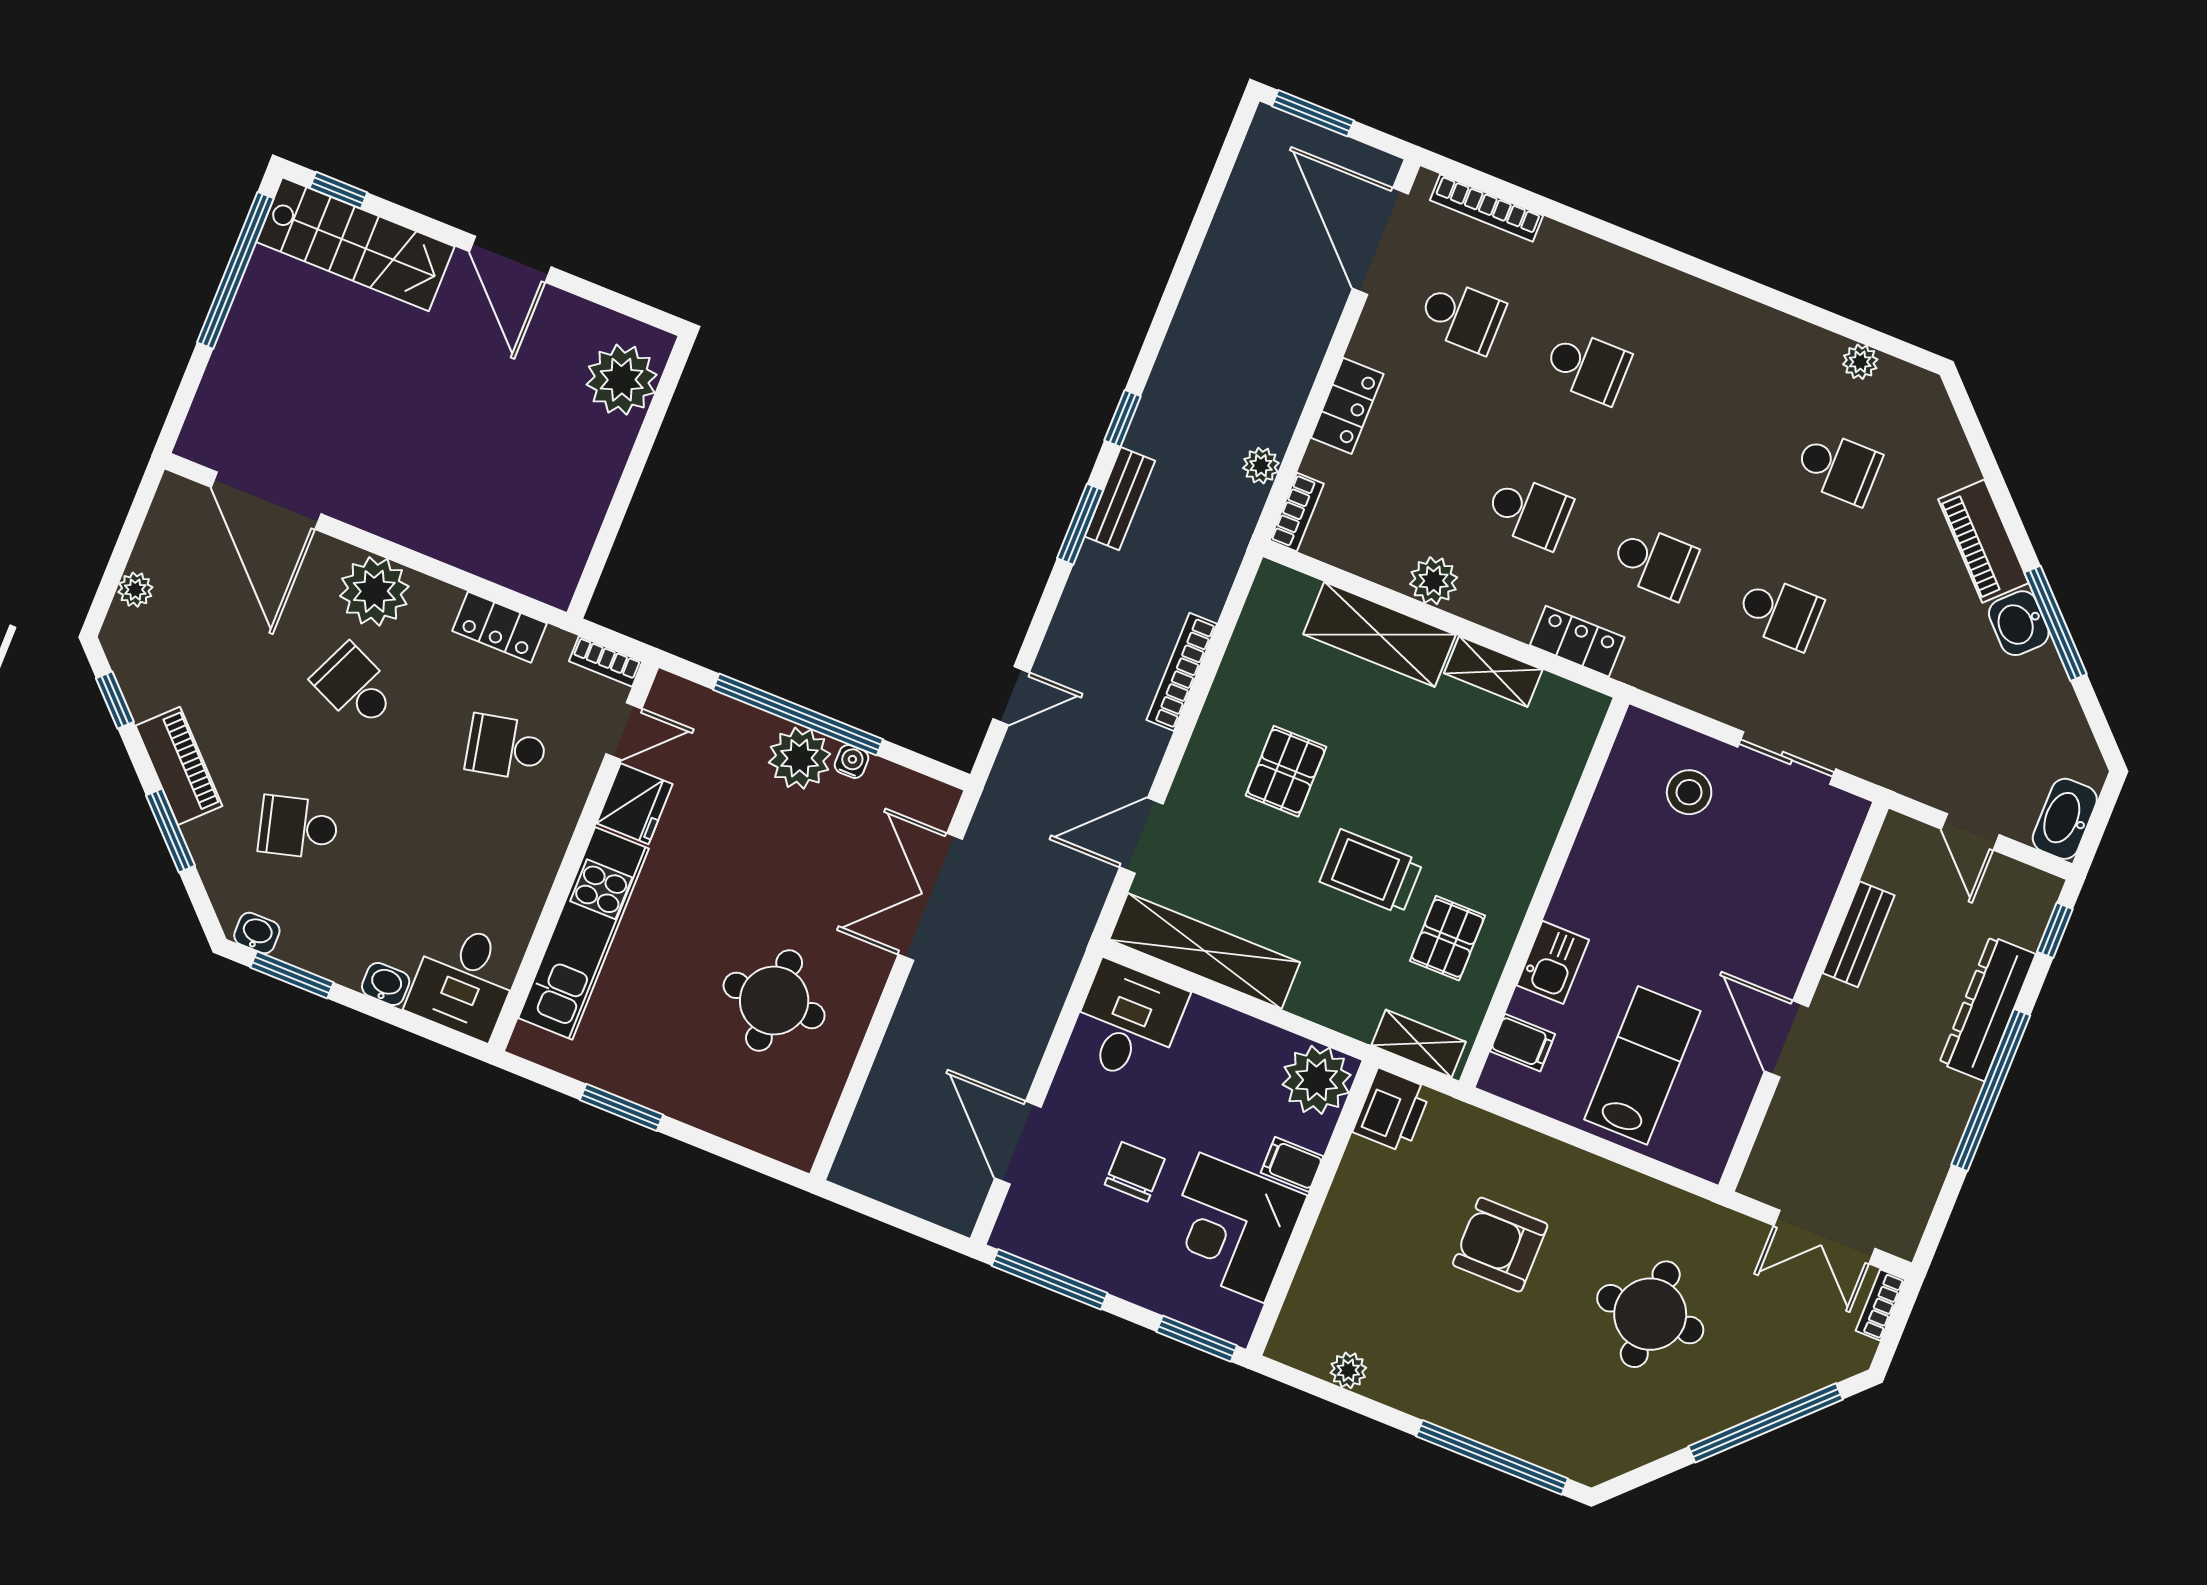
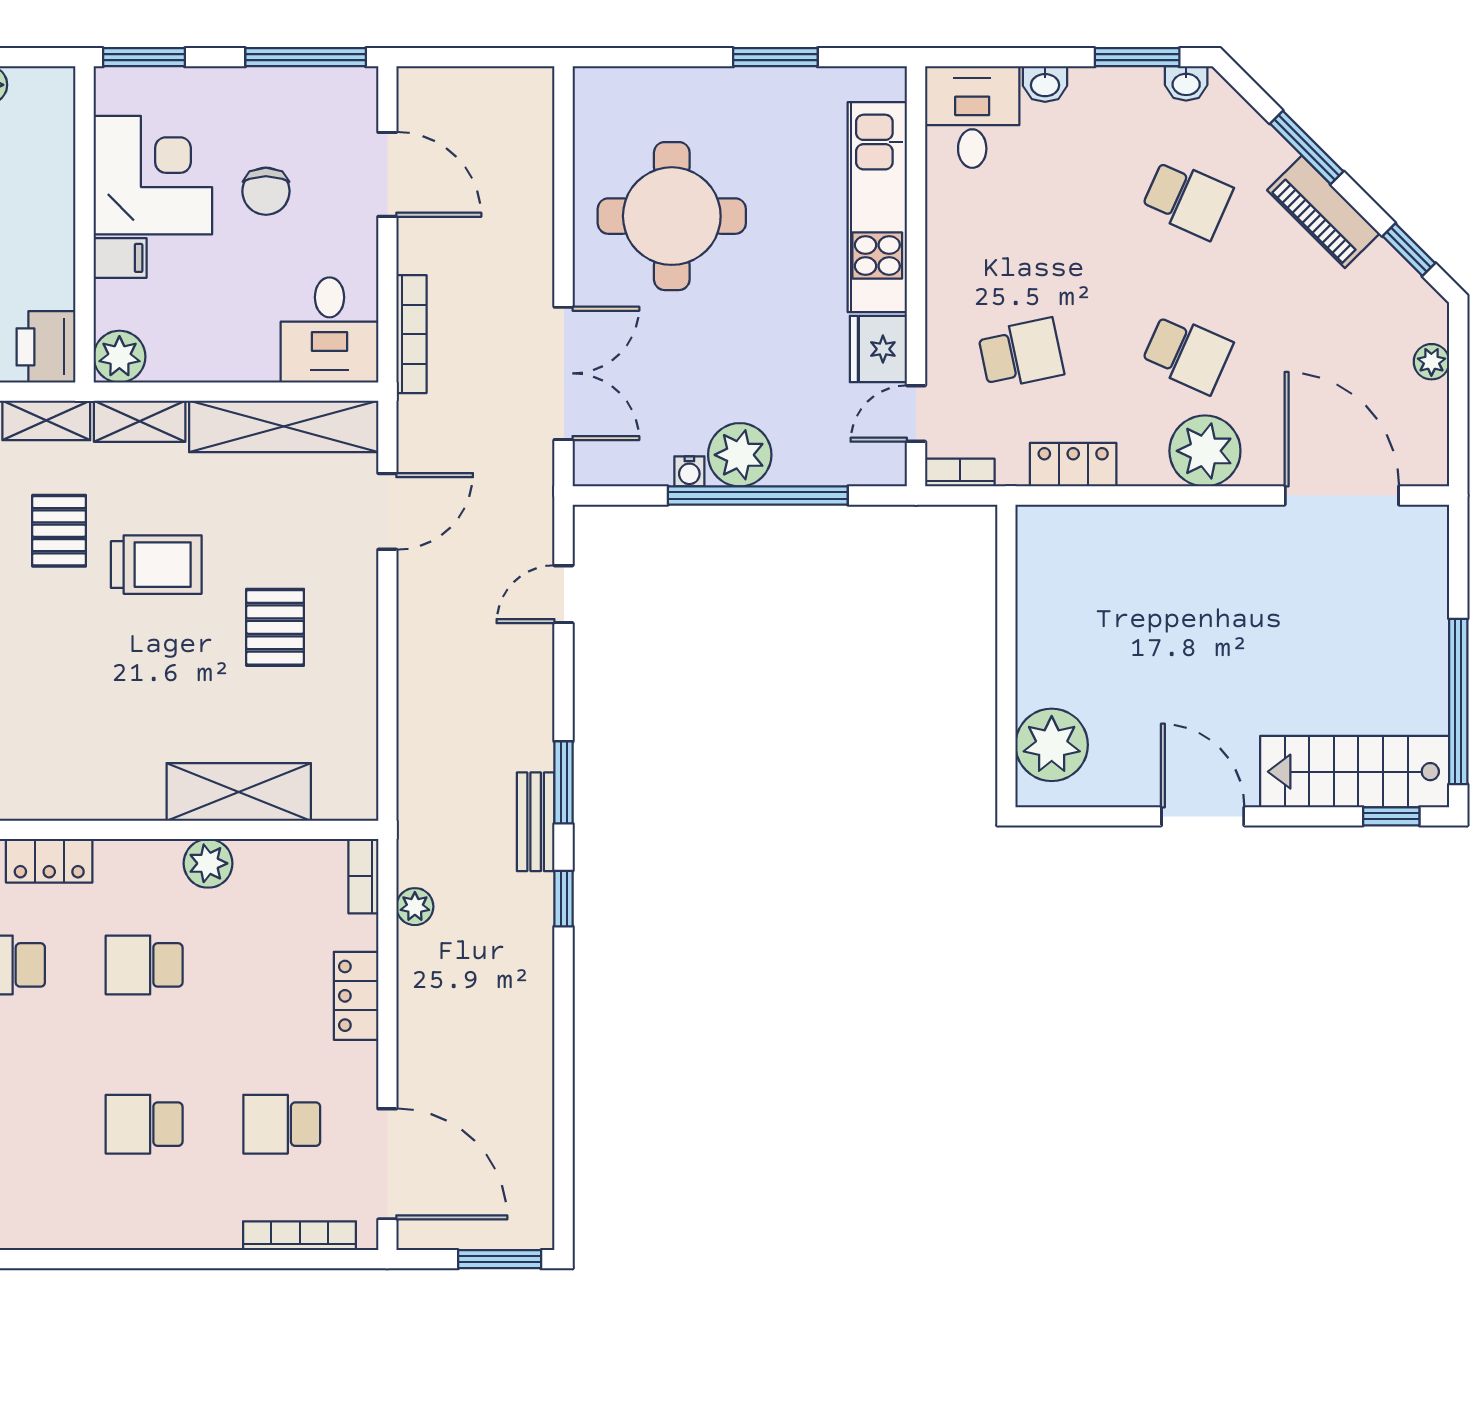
shelving: (1493, 671) -> (140, 421), moved
bookcase: (1182, 672) -> (411, 334), moved
school desk: (298, 827) -> (1187, 199), turned 39
round table: (774, 1001) -> (672, 216), width x1.36, depth x1.36
plant: (1317, 1080) -> (119, 357), width x0.73, depth x0.73

